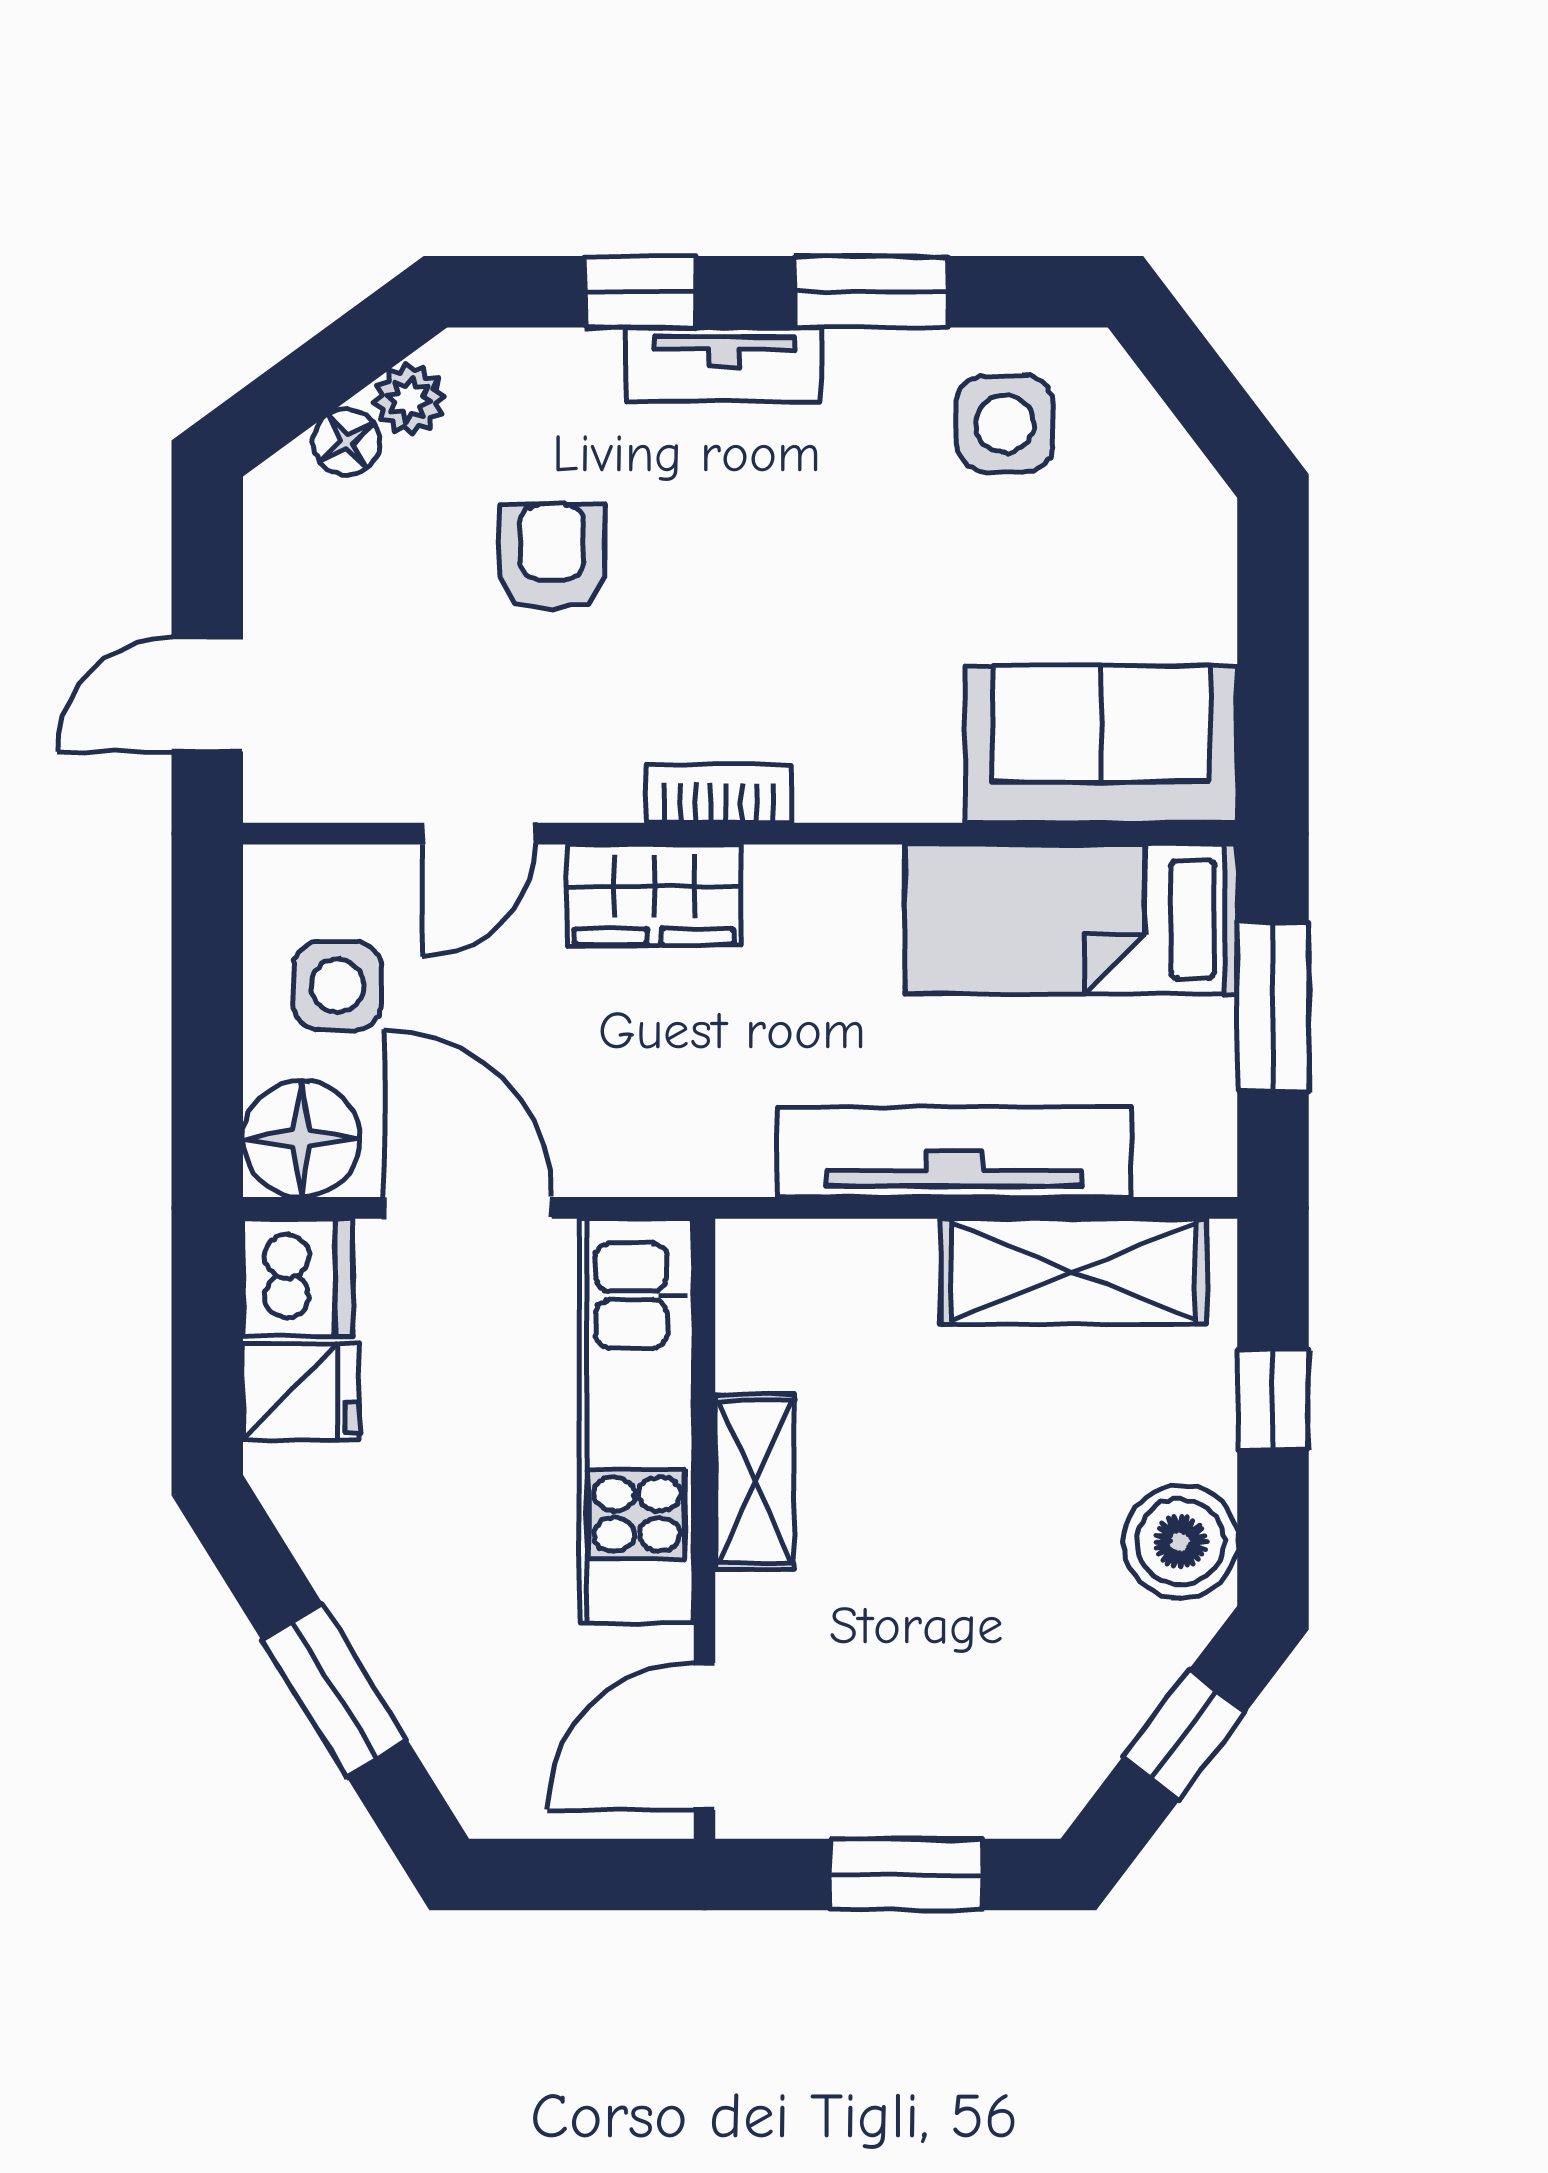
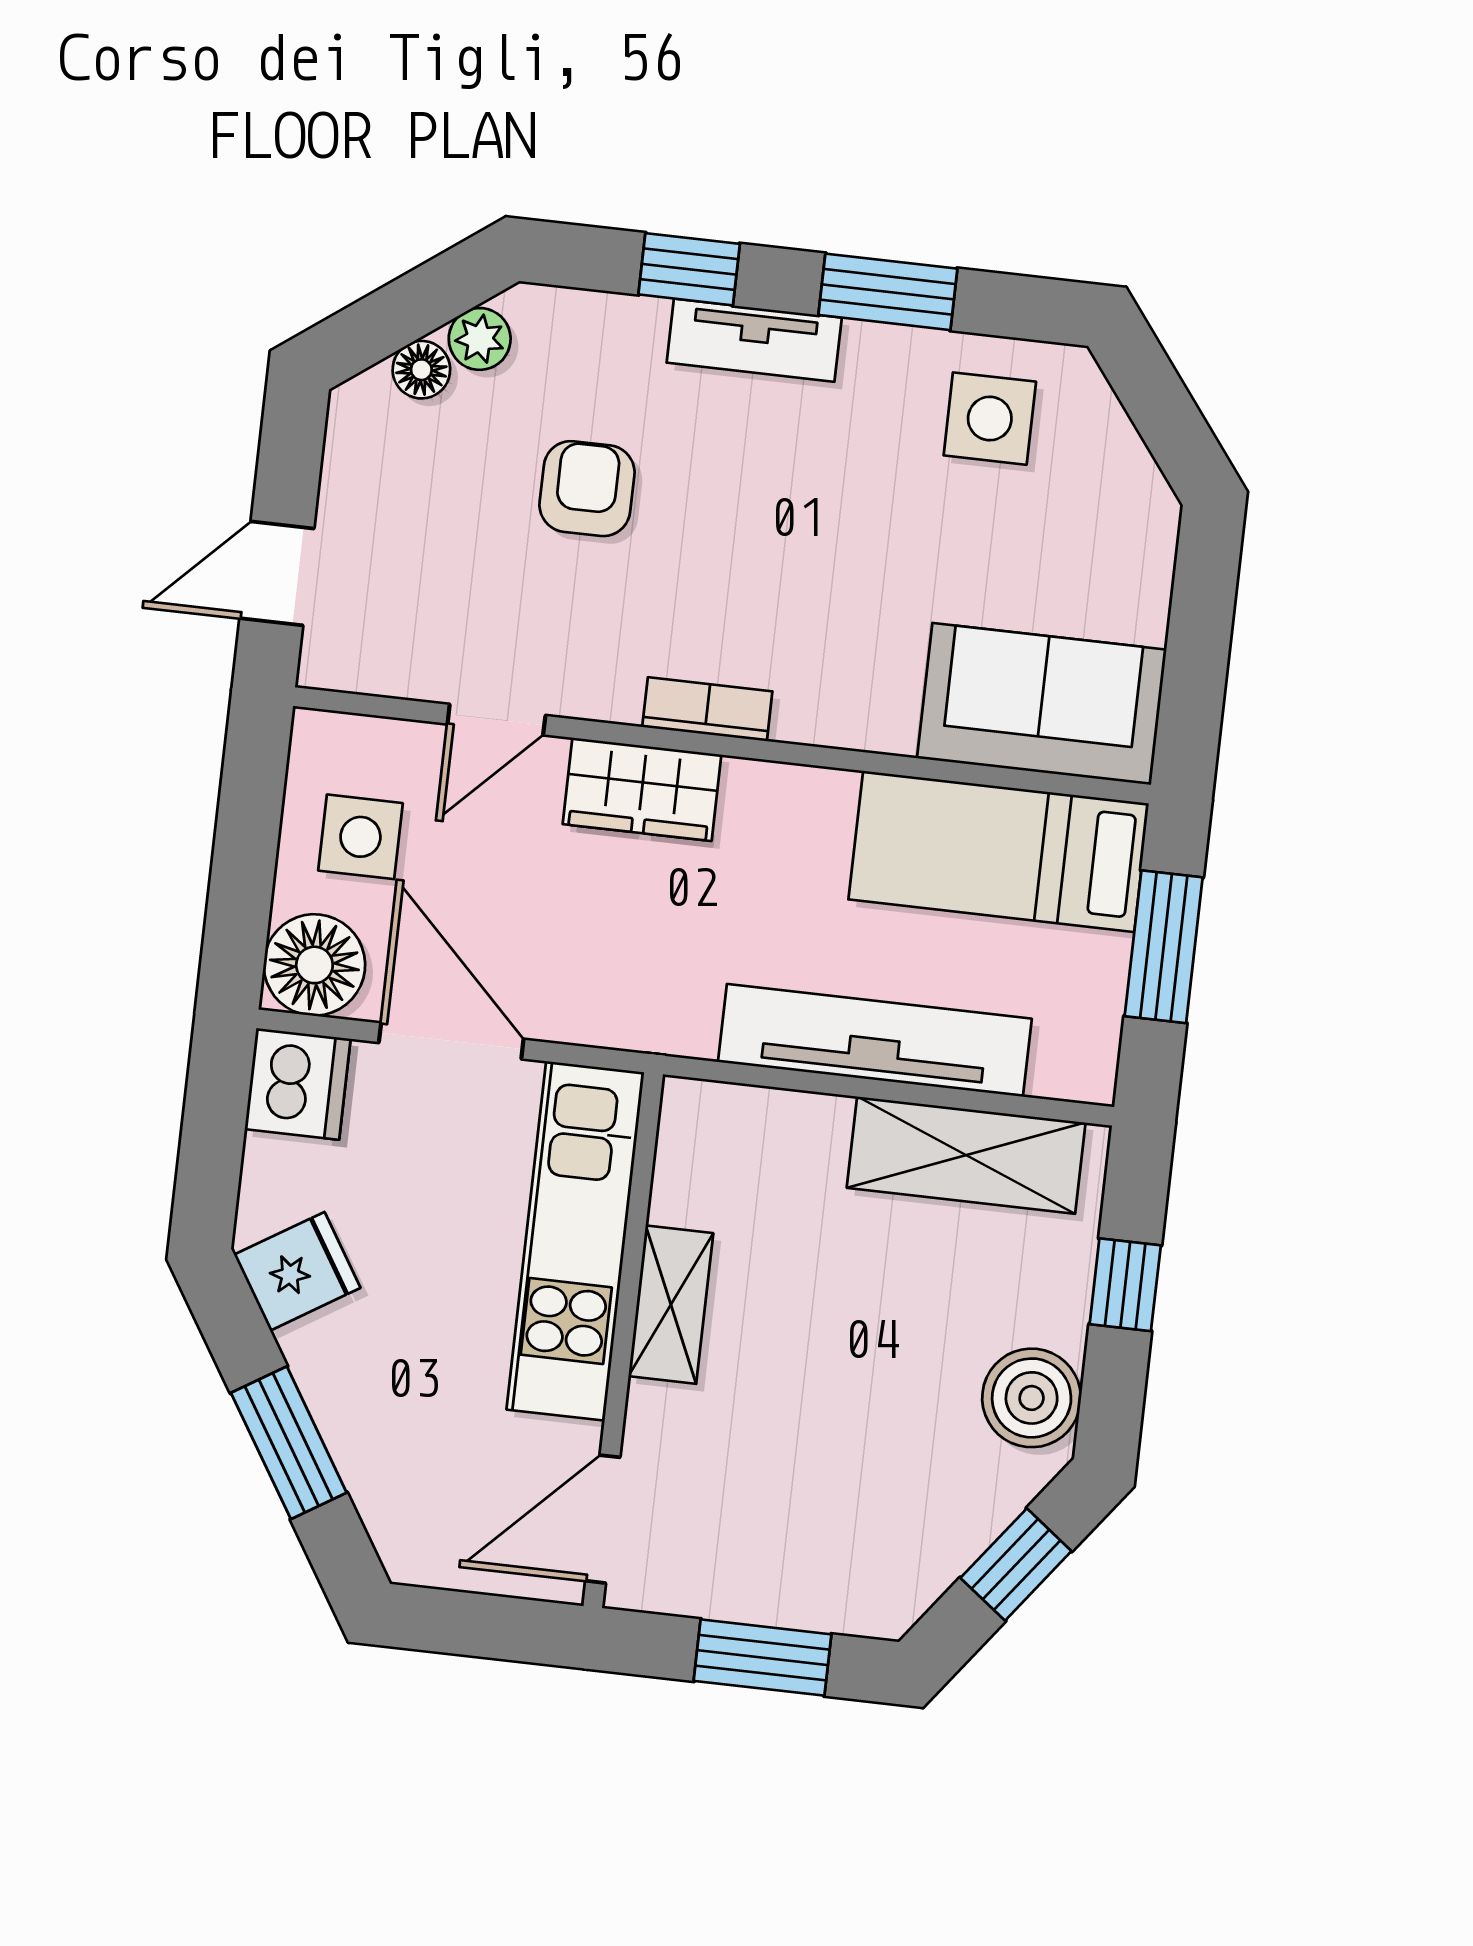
fridge: (301, 1392) -> (297, 1271), moved, turned -32

